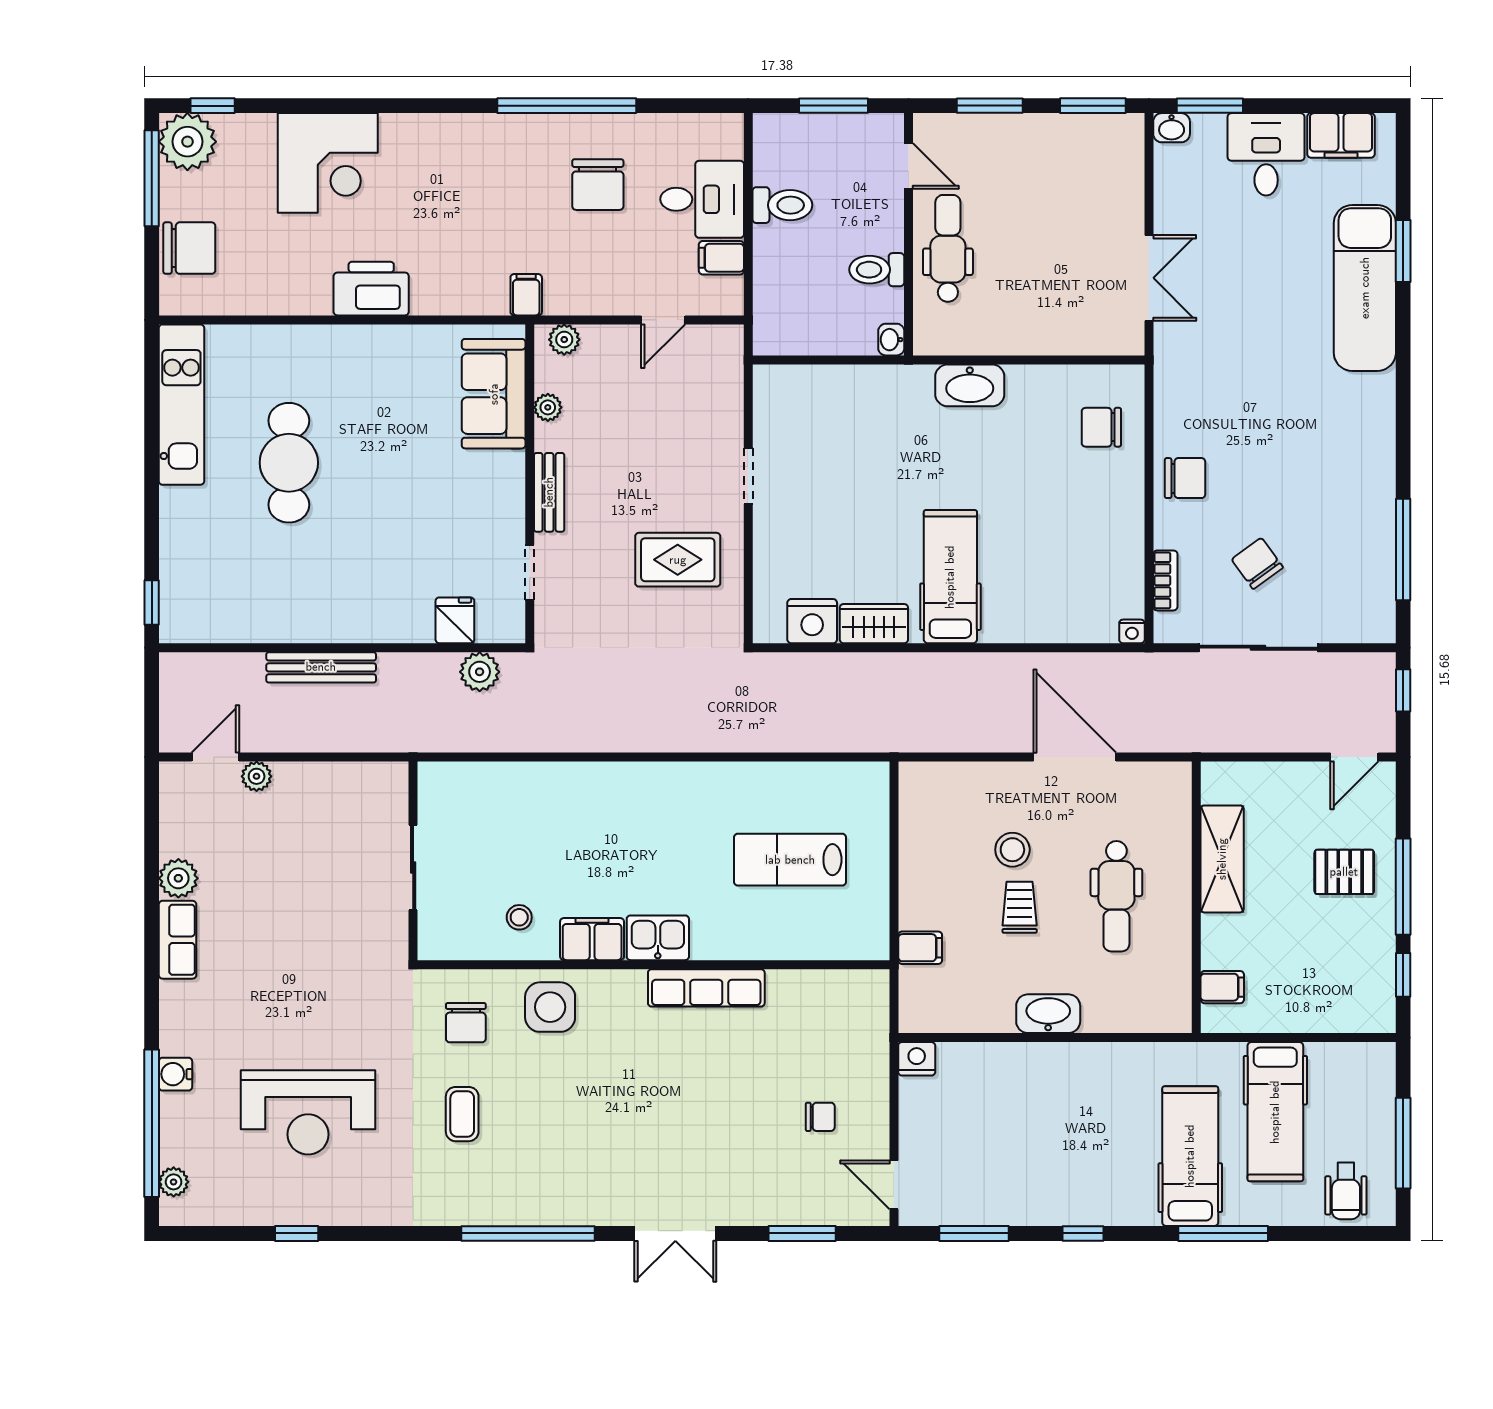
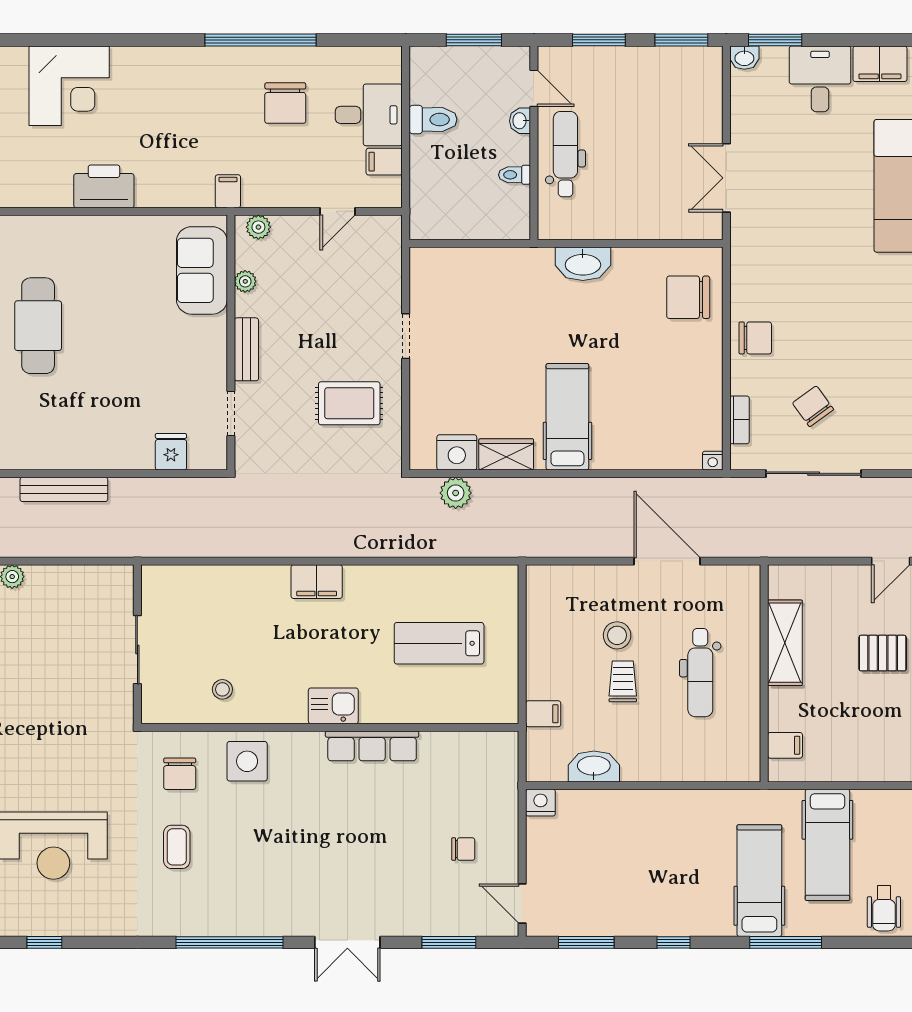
toilet: (877, 270) -> (515, 175), width x0.73, depth x0.72
double door: (1149, 278) -> (726, 178), swing flipped
washbasin: (891, 340) -> (520, 121), moved
chair: (1101, 427) -> (688, 297), width x1.37, depth x1.37
plant: (480, 672) -> (456, 493), moved
filing cabinet: (592, 939) -> (317, 582), moved, turned 180
washbasin: (1048, 1014) -> (594, 767), moved

